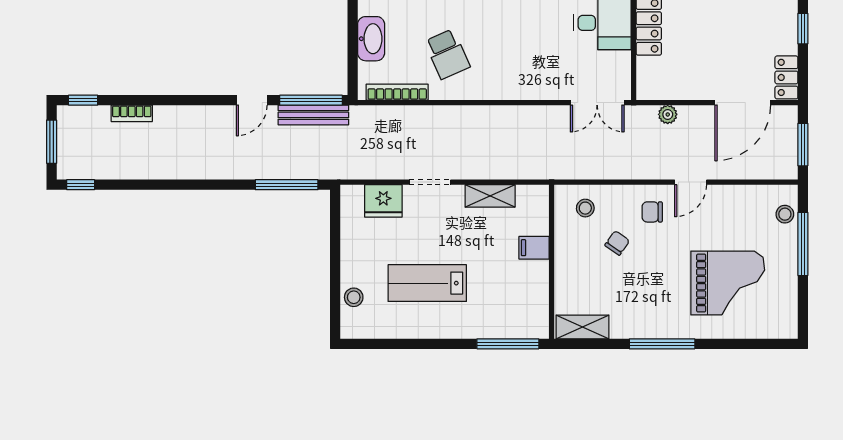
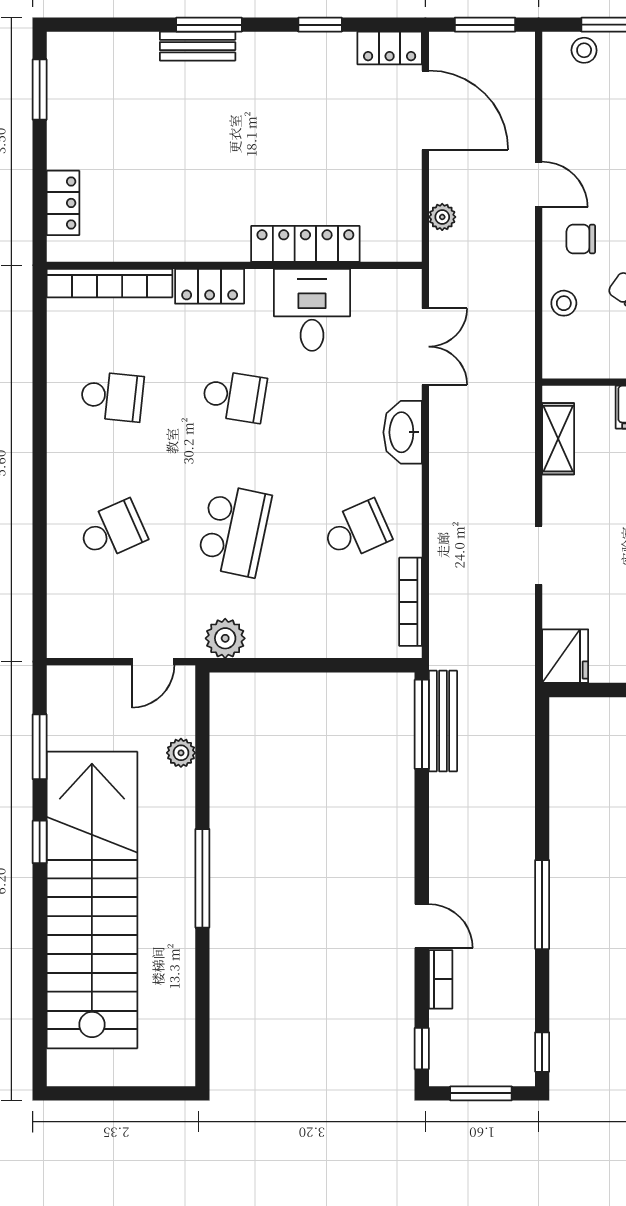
washbasin: (371, 39) -> (403, 432), moved, turned -90
door: (252, 100) -> (422, 926), moved
double door: (597, 103) -> (425, 347), moved
window: (287, 185) -> (542, 905), moved
shelving: (490, 196) -> (558, 439), moved
fridge: (383, 201) -> (565, 656), moved
stool: (585, 208) -> (564, 303), moved
chair: (652, 212) -> (581, 239), turned 90

